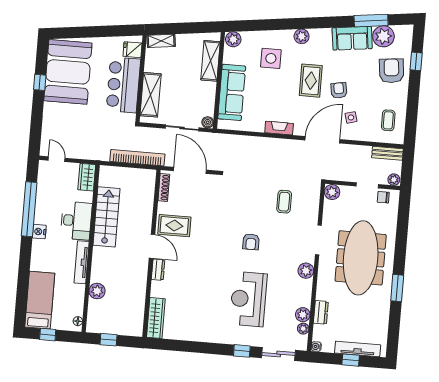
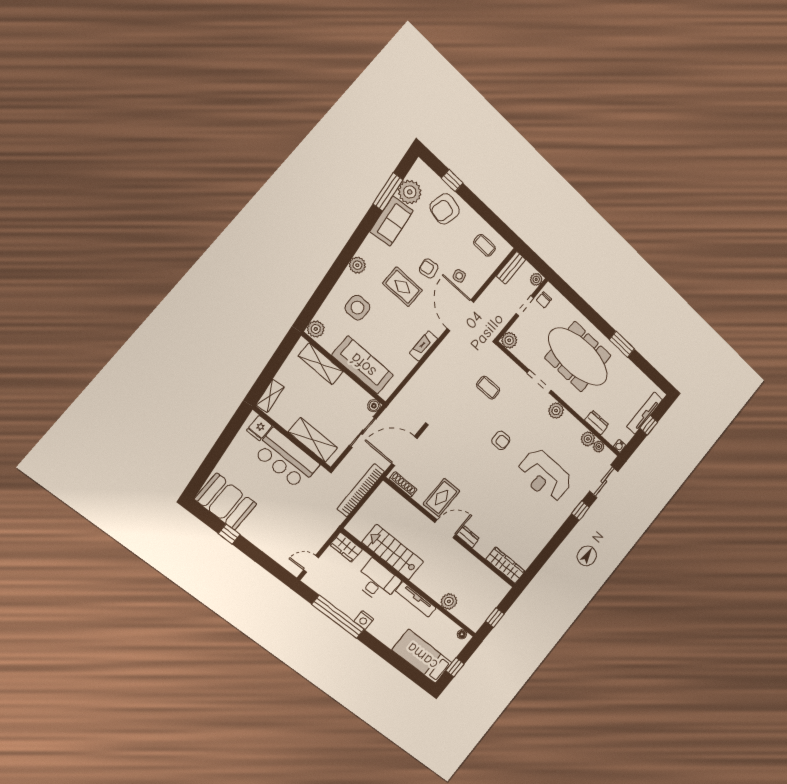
armchair: (391, 71) -> (445, 209), turned -71
booth: (68, 72) -> (226, 502), width x0.73, depth x0.70

